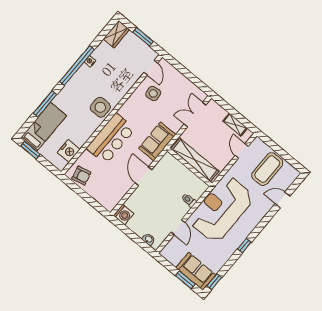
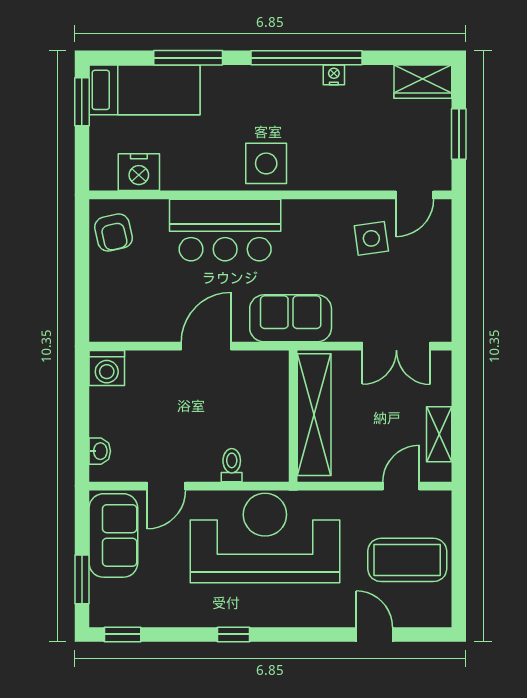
double door: (195, 115) -> (396, 346), swing flipped
sofa: (196, 271) -> (113, 535), moved

